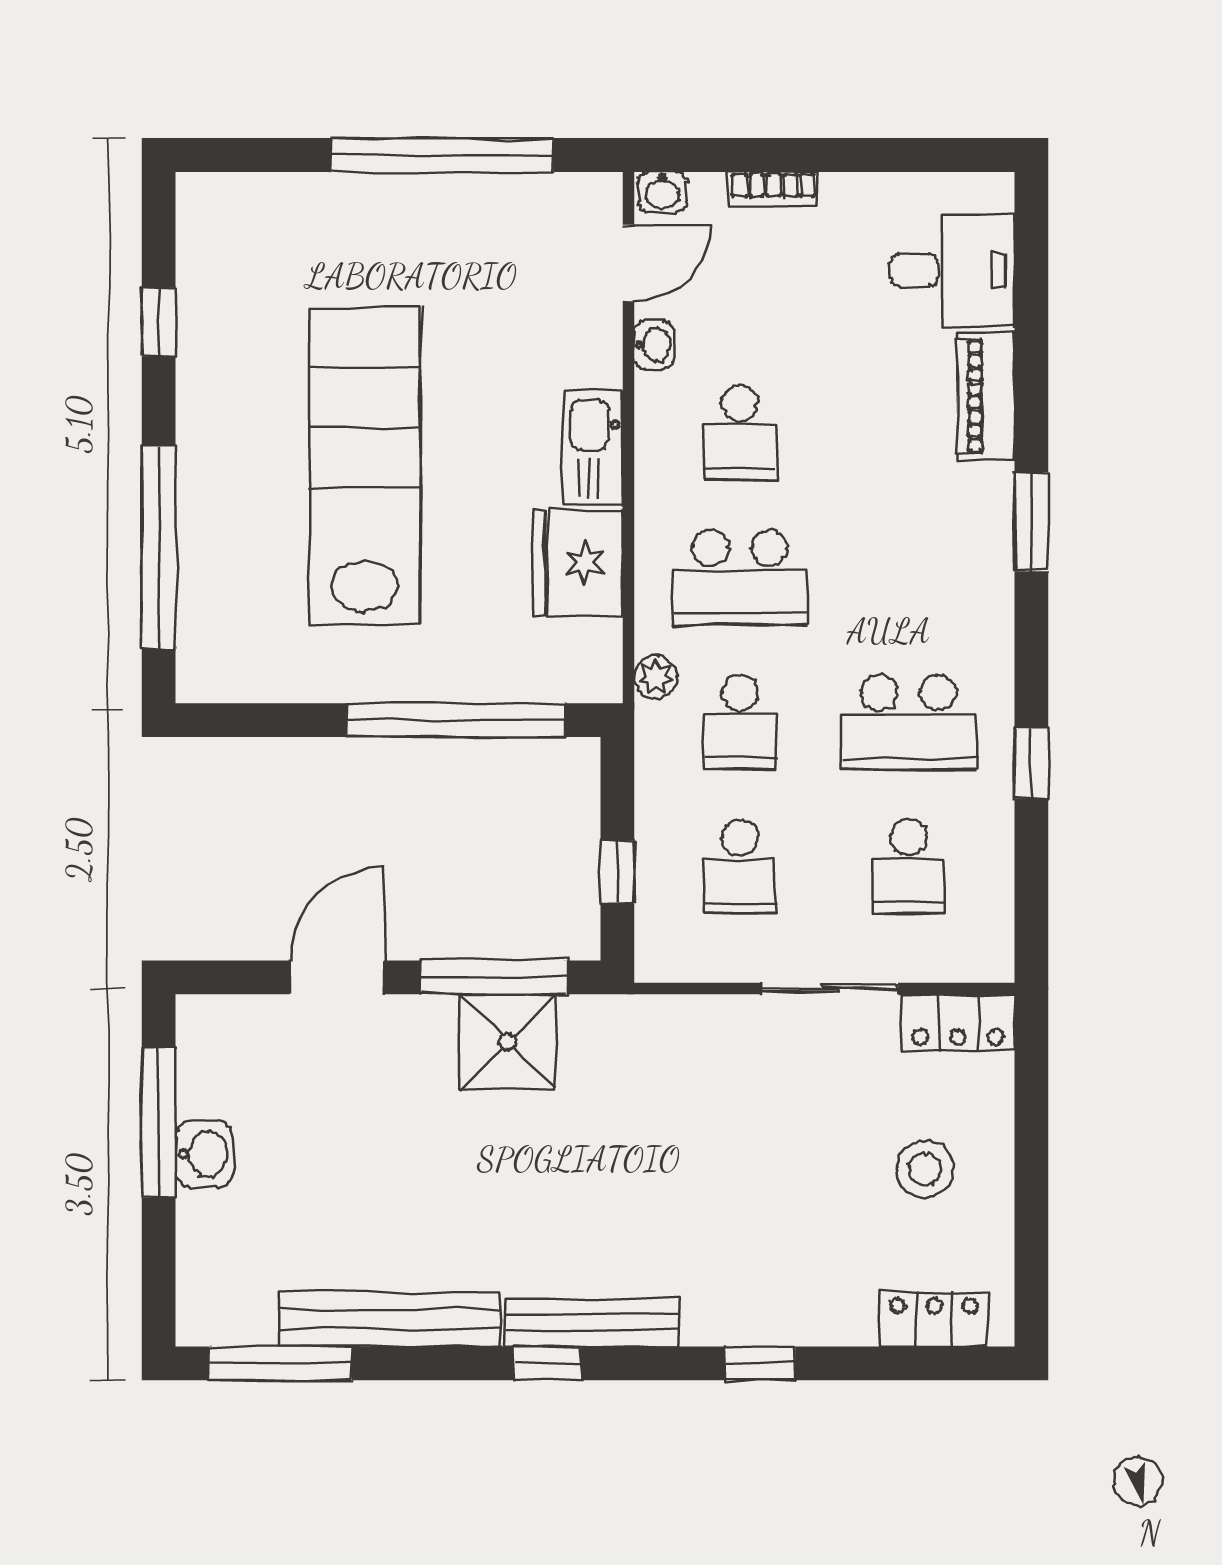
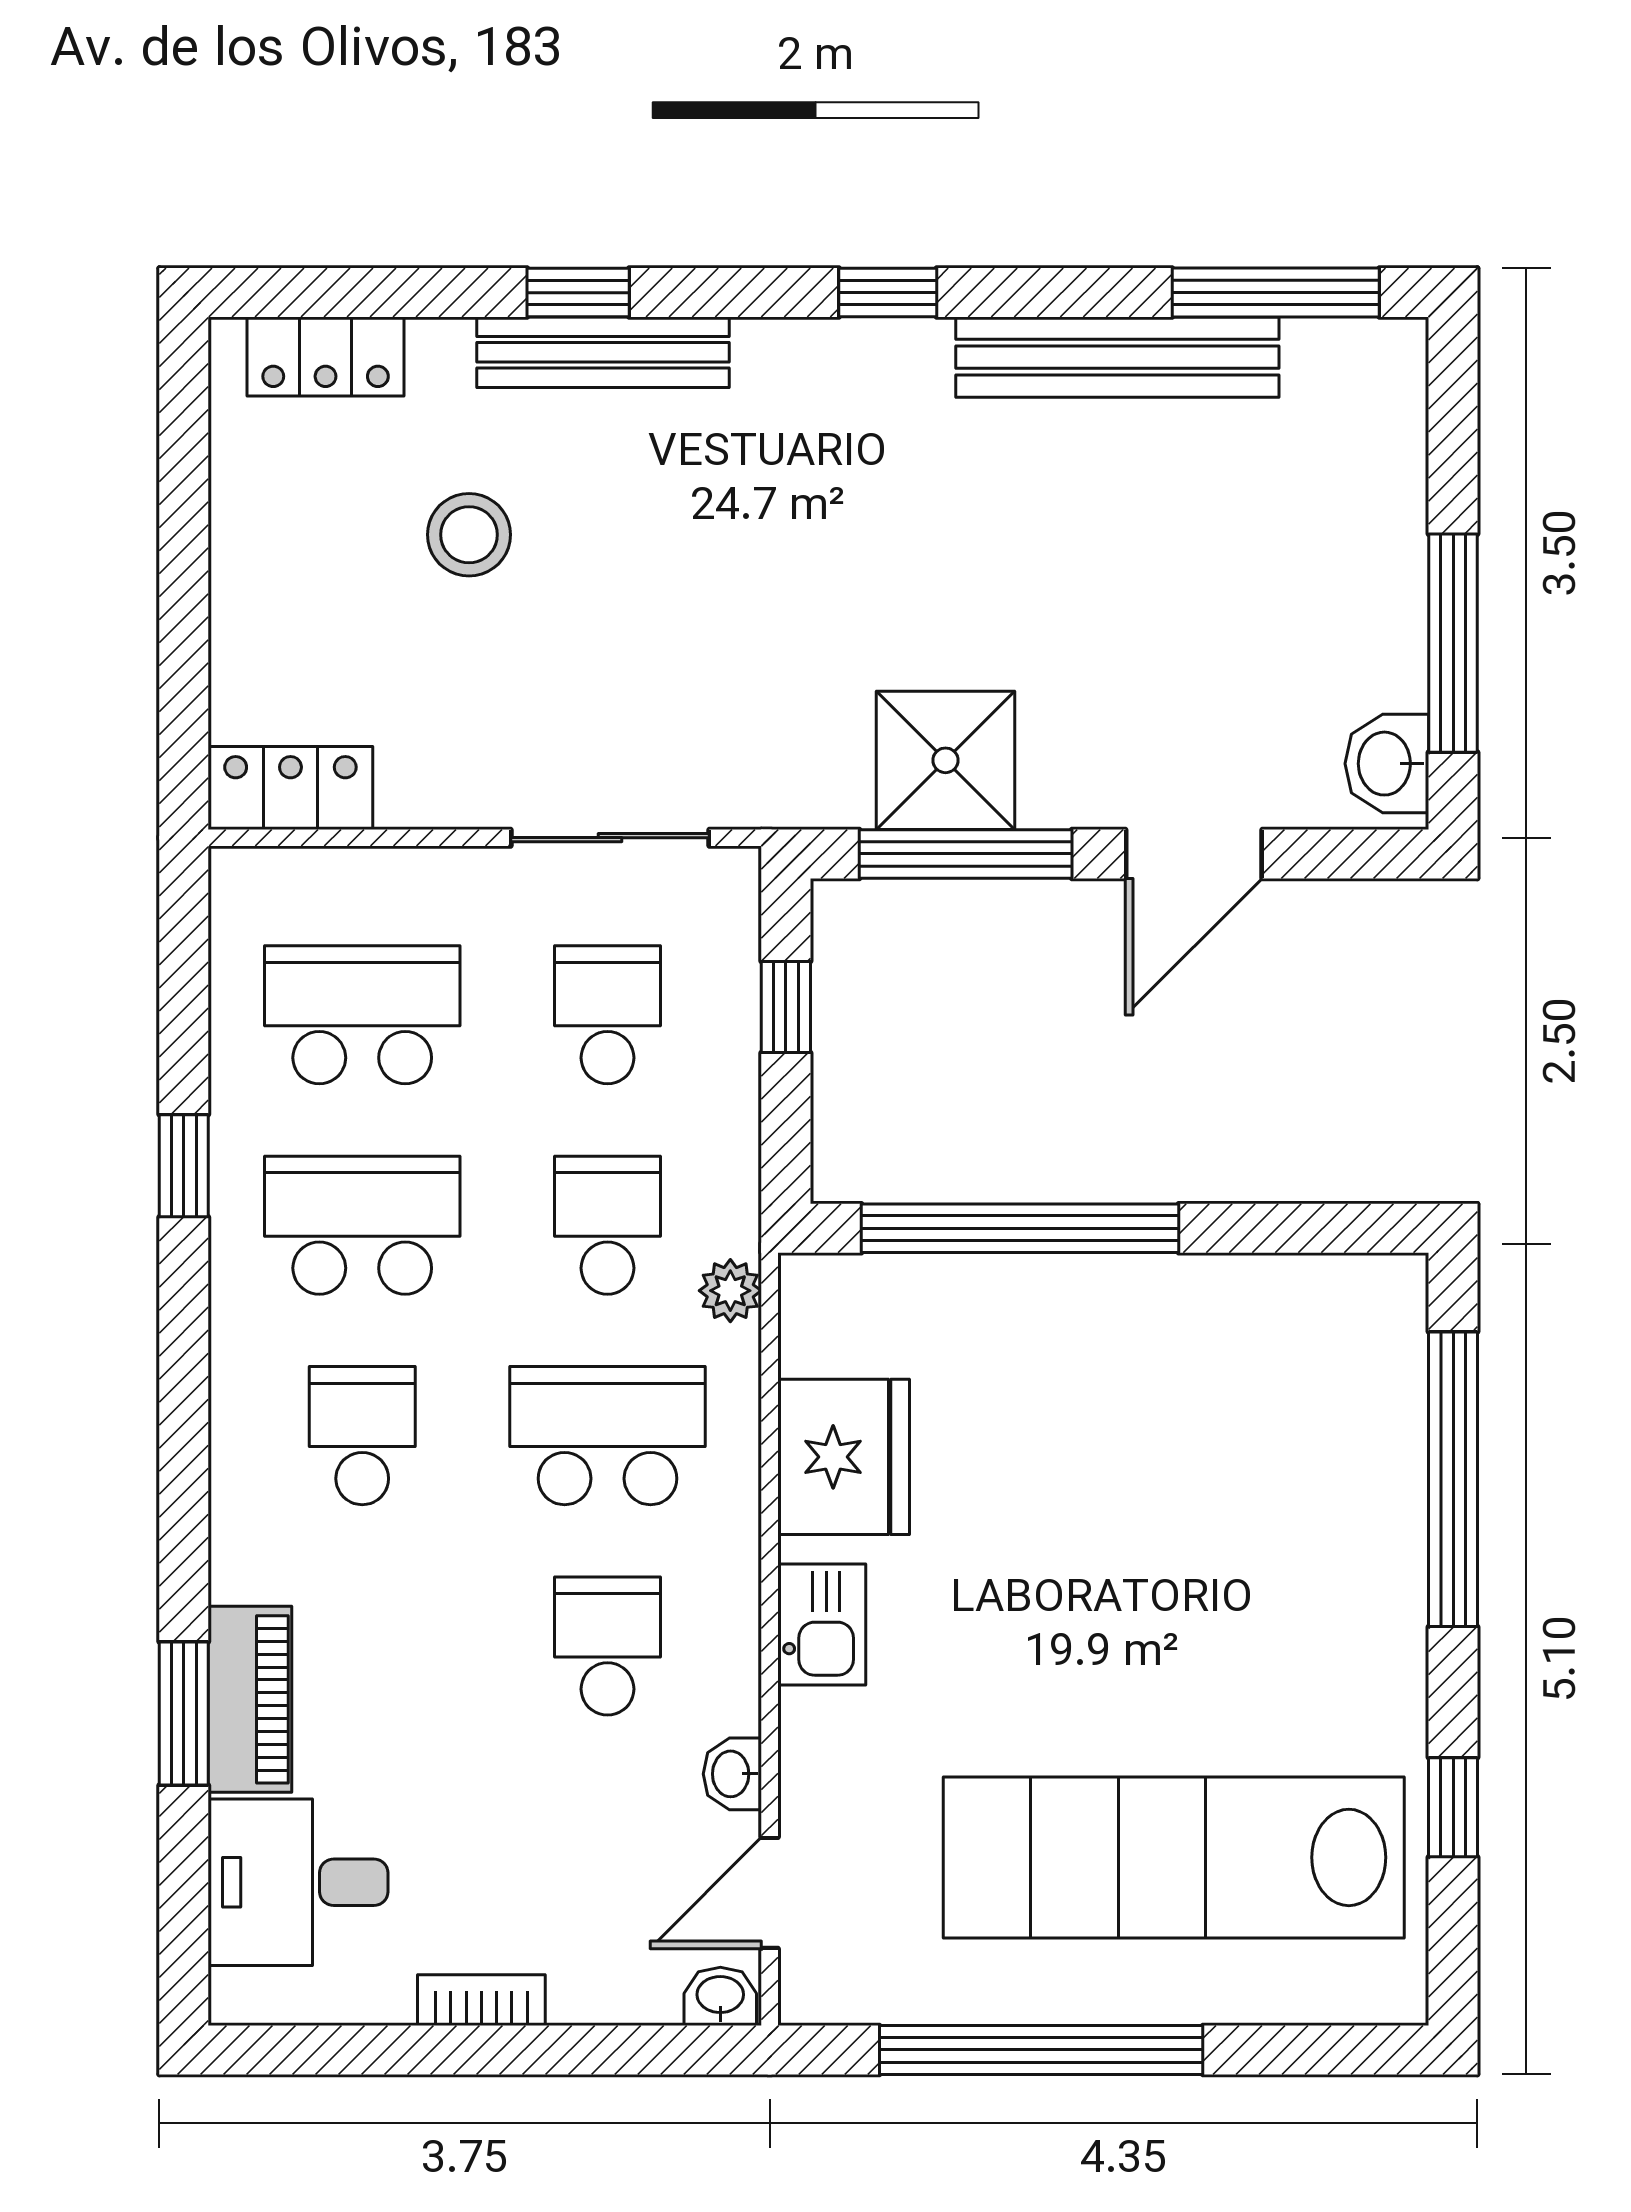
bookcase: (773, 189) -> (481, 2000), moved
kitchen sink: (593, 448) -> (822, 1624), width x0.73
lab bench: (365, 466) -> (1174, 1857), moved, turned 90
window: (1031, 522) -> (184, 1713), moved
school desk: (909, 577) -> (362, 1436), added
school desk: (909, 867) -> (362, 1015), width x1.85
sliding door: (830, 989) -> (610, 838), moved
washbasin: (204, 1154) -> (1387, 764), moved
stool: (925, 1169) -> (469, 535), moved
bench: (592, 1322) -> (603, 352), moved

